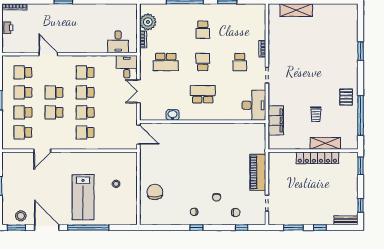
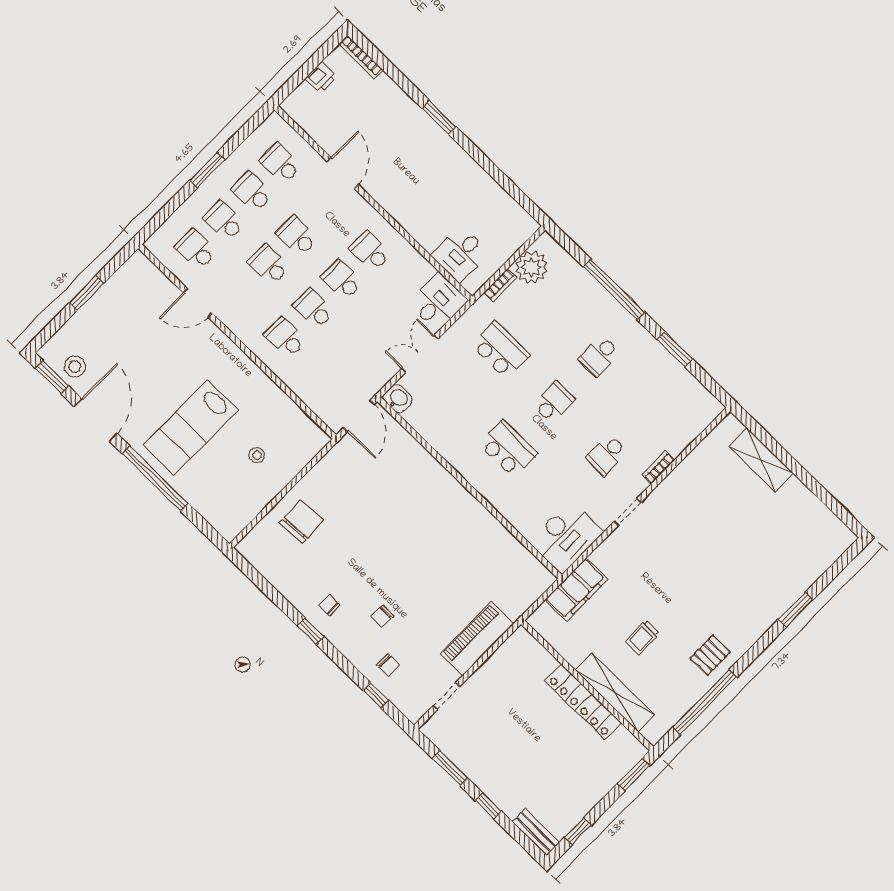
school desk: (166, 62) -> (500, 350), turned 180
washbasin: (173, 115) -> (398, 399), moved
shelving: (325, 143) -> (615, 692), width x1.47

